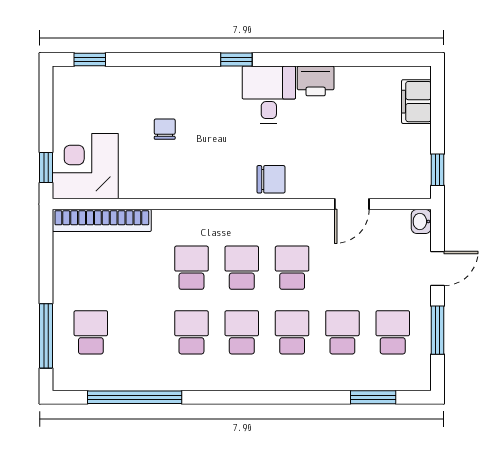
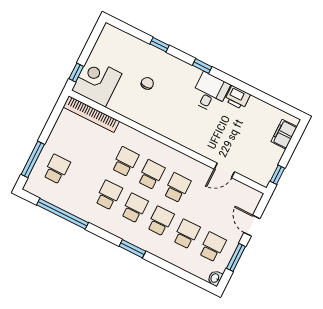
window: (90, 60) -> (160, 45), moved
chair: (271, 179) -> (189, 137), removed
washbasin: (421, 221) -> (215, 278), moved
door: (437, 268) -> (252, 226), swing flipped
window: (373, 397) -> (132, 249), moved

